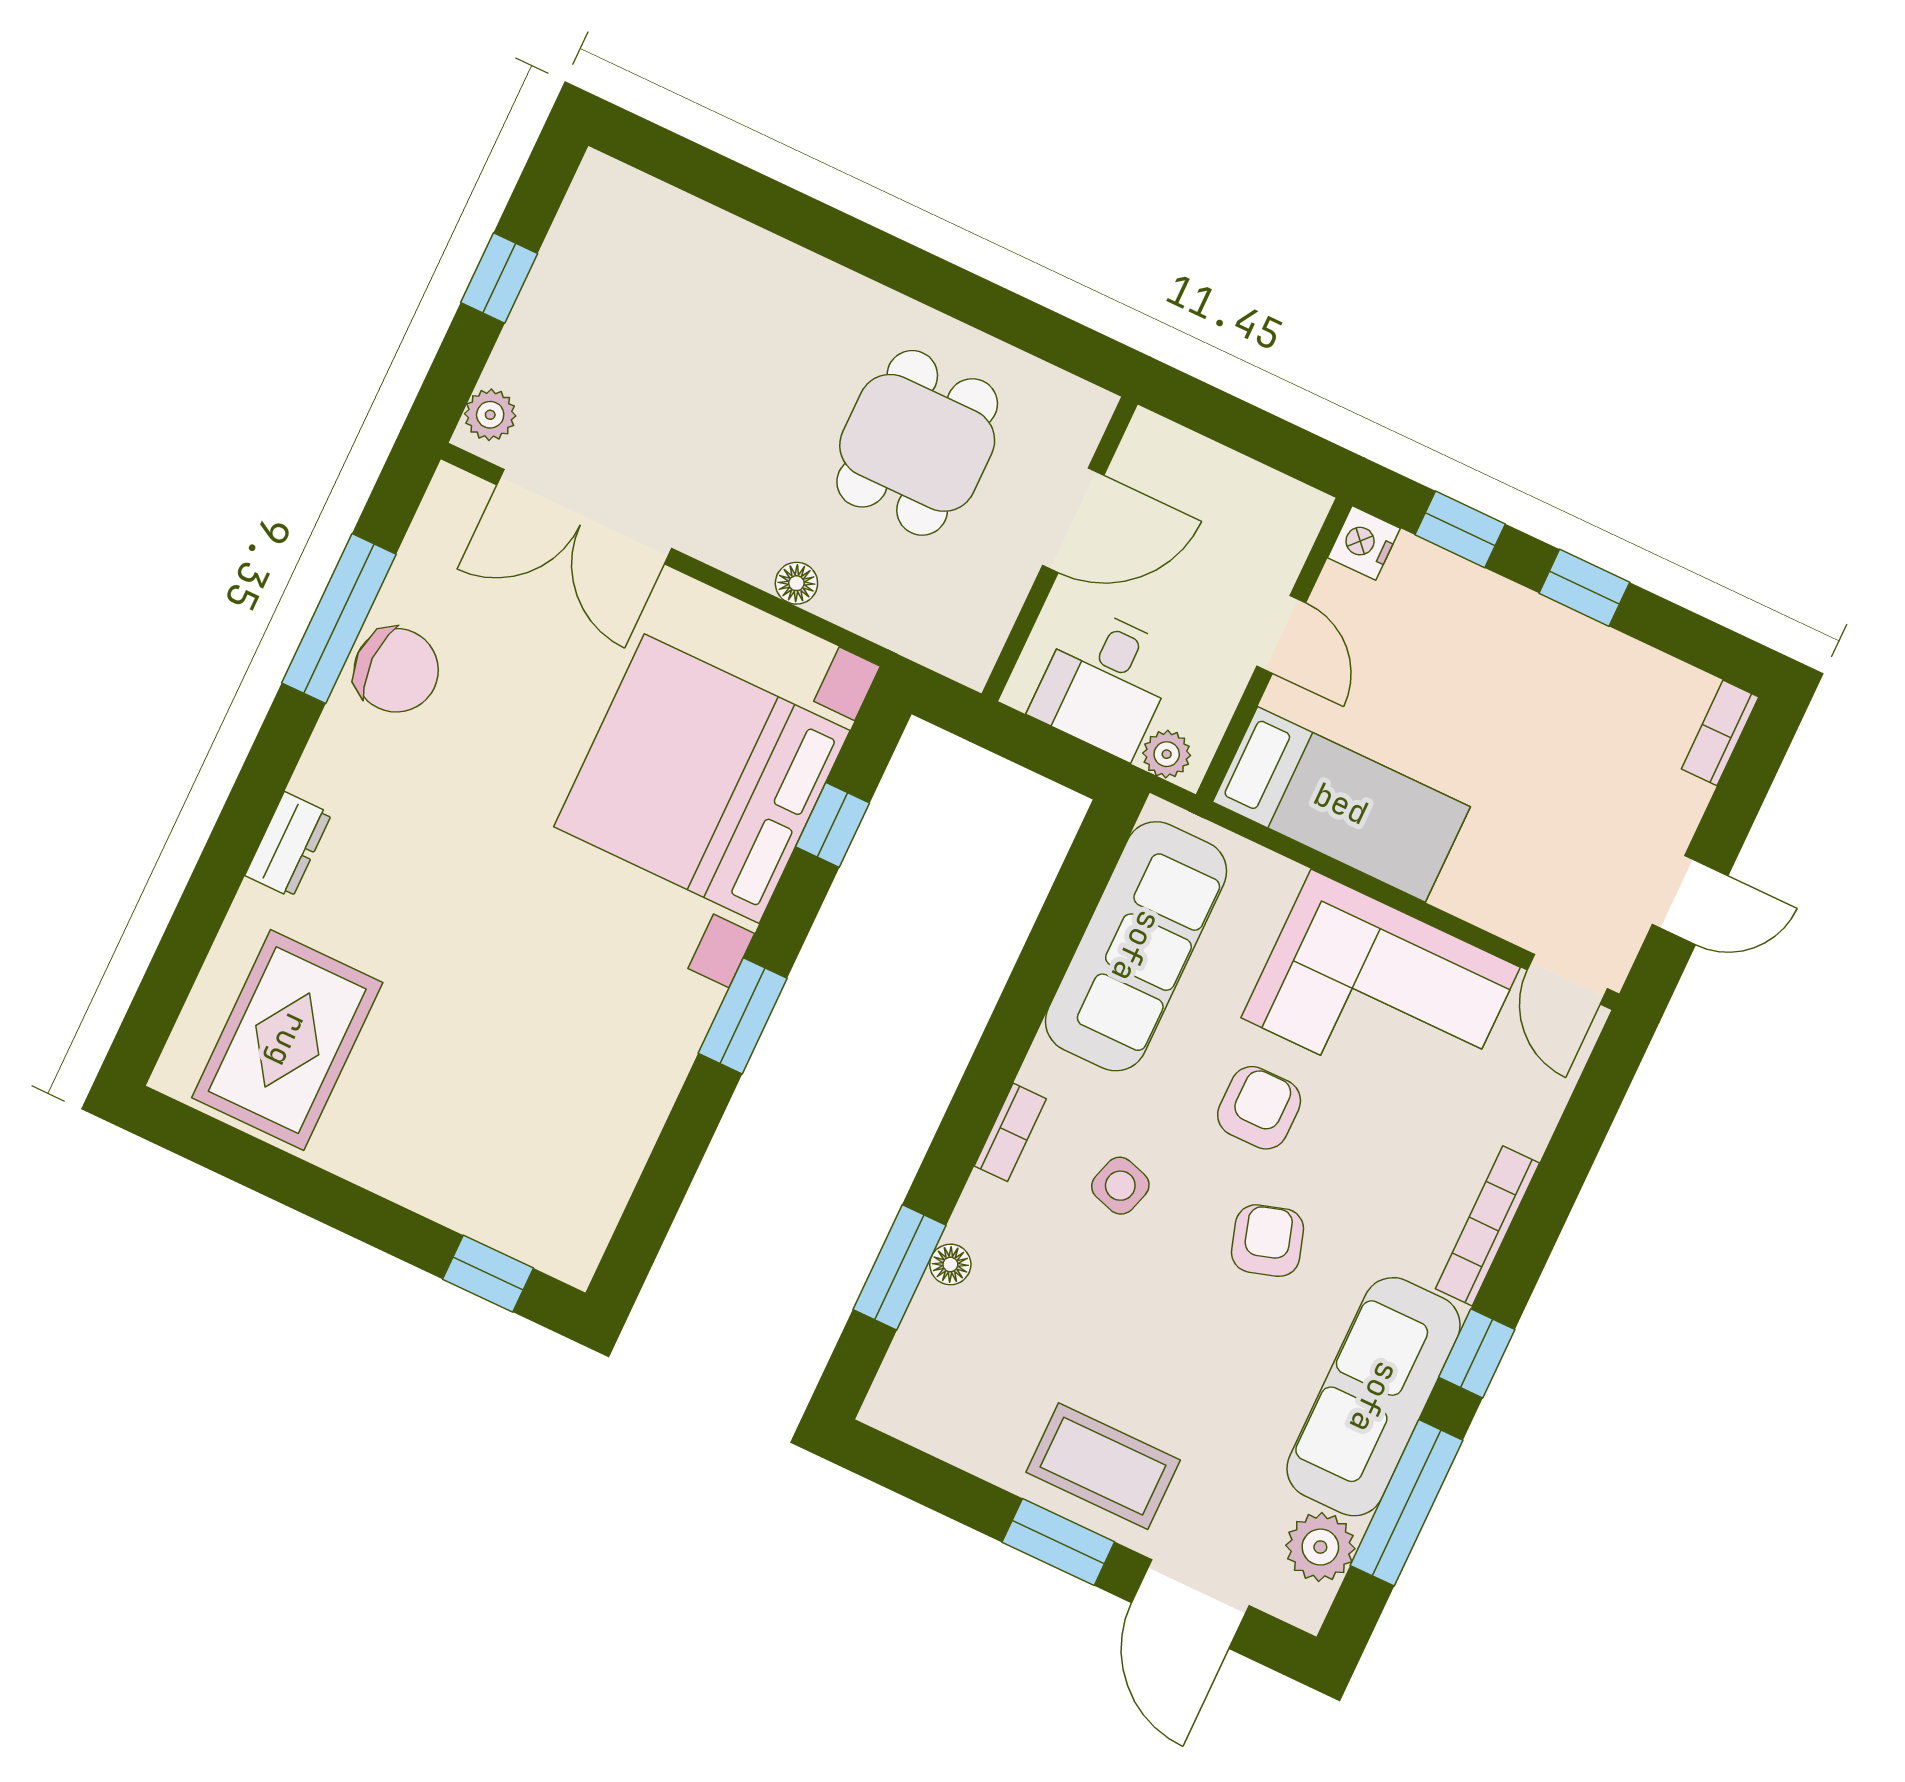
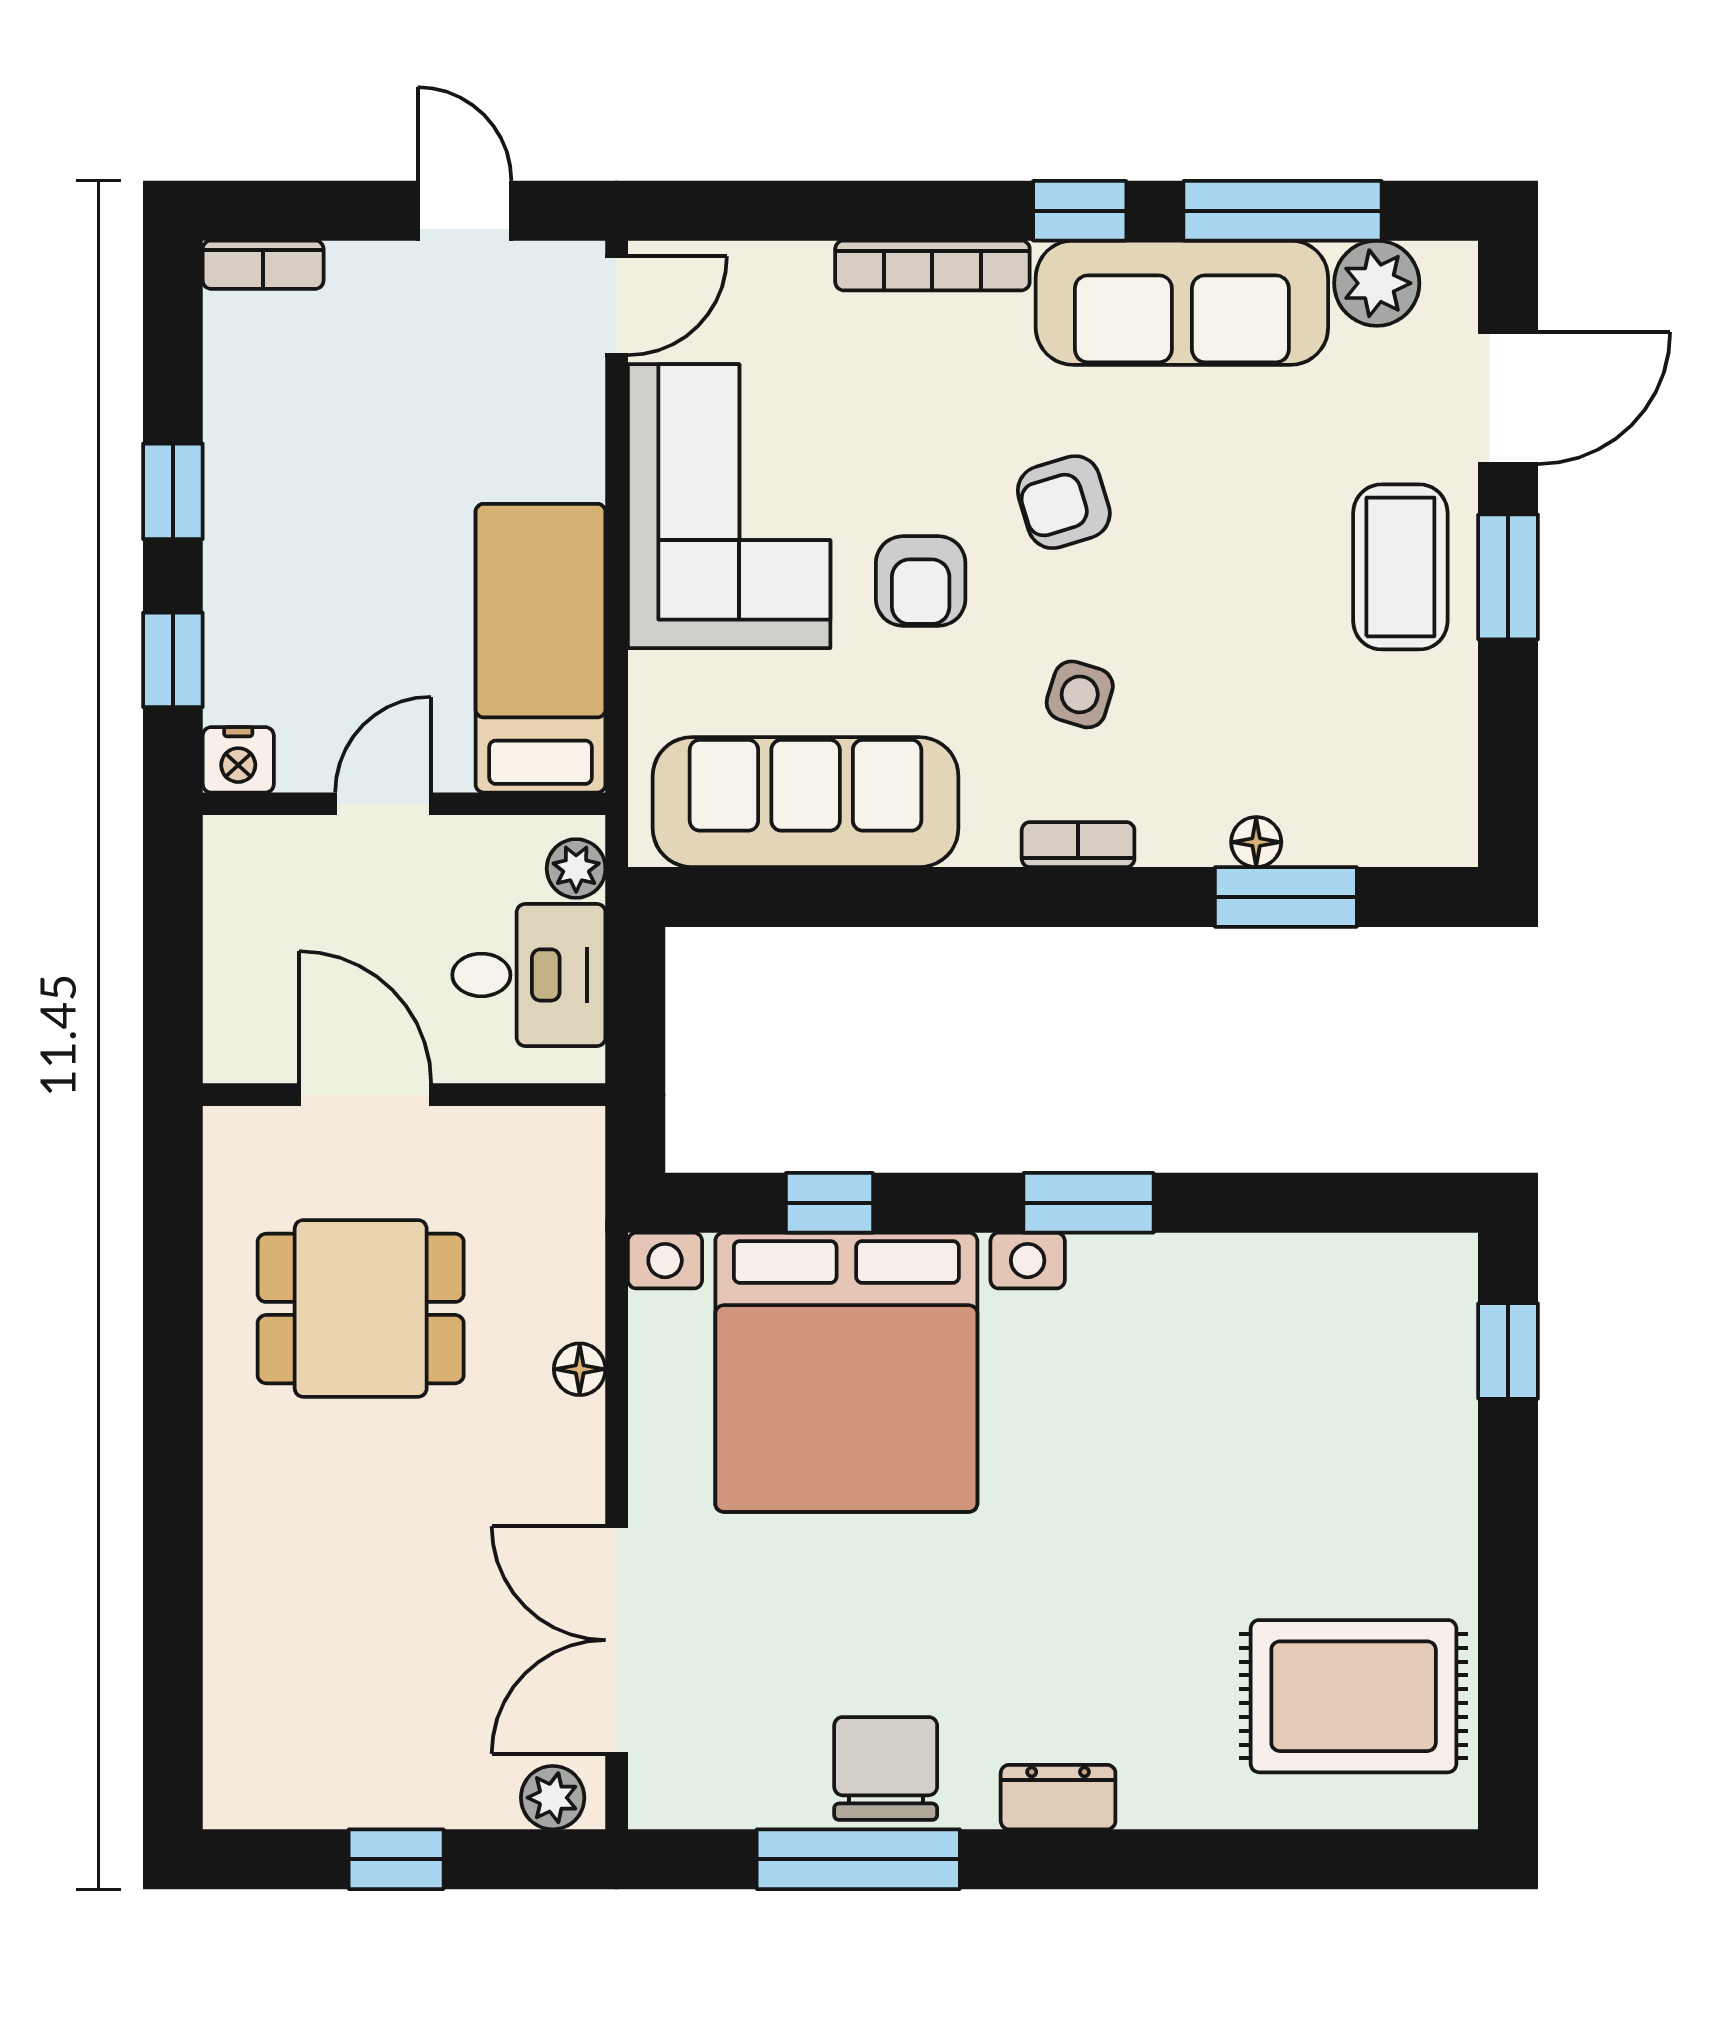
double door: (584, 517) -> (617, 1640), swing flipped
dresser: (288, 845) -> (1058, 1797), moved
armchair: (1259, 1108) -> (921, 581), turned -90

